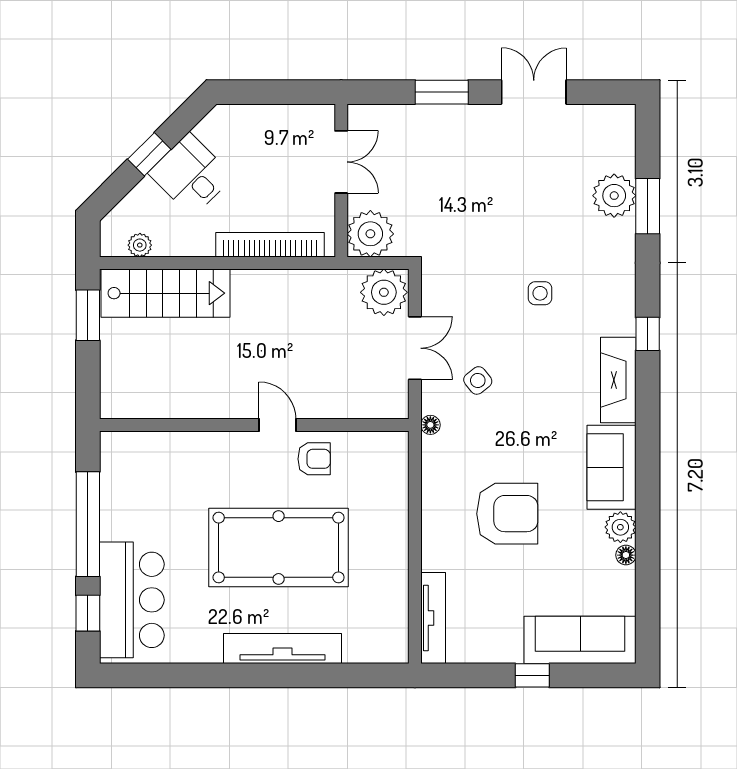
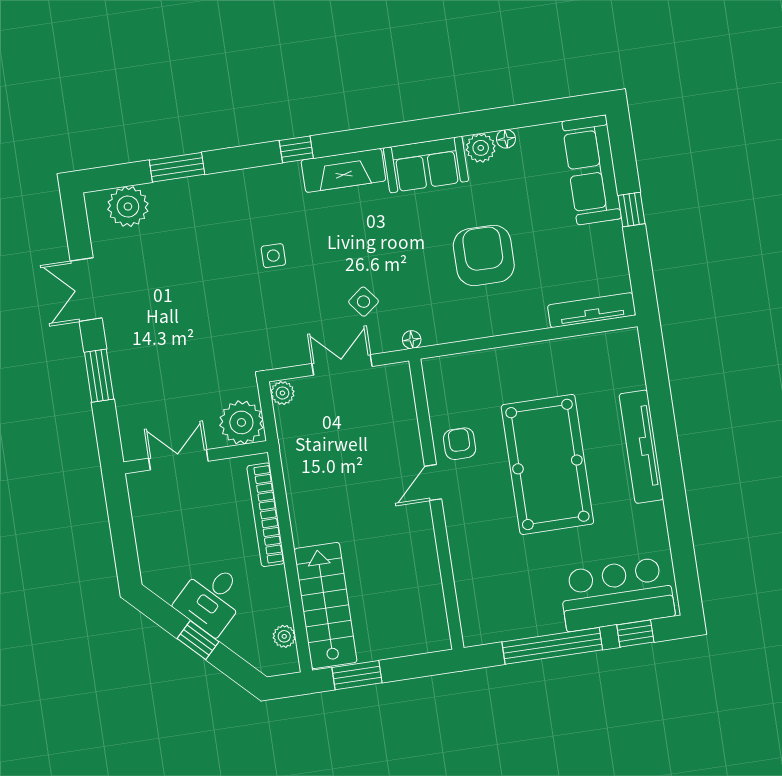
plant: (614, 196) -> (128, 206), moved
plant: (384, 292) -> (282, 393), width x0.53, depth x0.53

